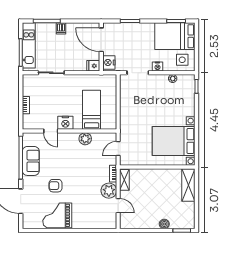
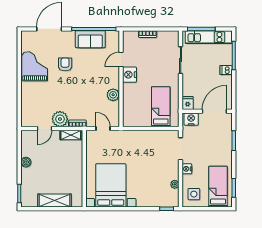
bed: (175, 36) -> (218, 187), width x0.67
bed: (92, 110) -> (161, 107), moved, turned -90
shelving: (188, 185) -> (55, 200), moved
boiler: (164, 224) -> (26, 162), moved

